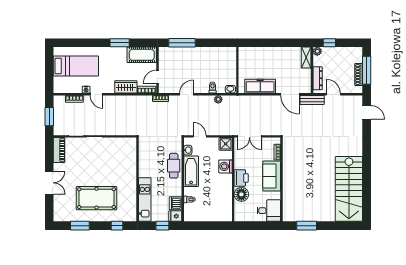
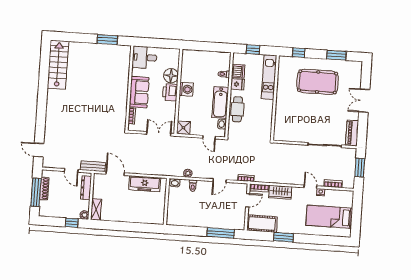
washing machine: (225, 166) -> (186, 89), moved
stairs: (349, 189) -> (58, 65), width x0.73, depth x0.66
fridge: (175, 216) -> (237, 84), moved

